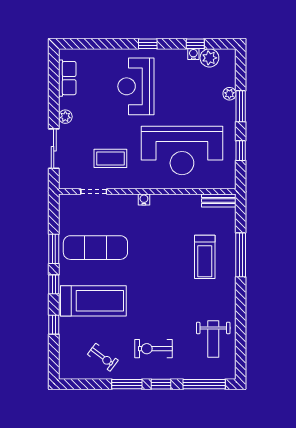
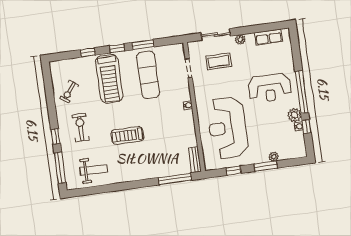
window: (148, 44) -> (302, 92), width x3.17
plant: (209, 58) -> (294, 115), moved
reception desk: (136, 86) -> (270, 88), turned 180
coffee table: (110, 158) -> (219, 61), moved, turned 90
window: (241, 255) -> (175, 179), moved
treadmill: (205, 257) -> (127, 135), moved
weight bench: (213, 339) -> (94, 170), turned 180
window: (127, 384) -> (52, 112), removed

